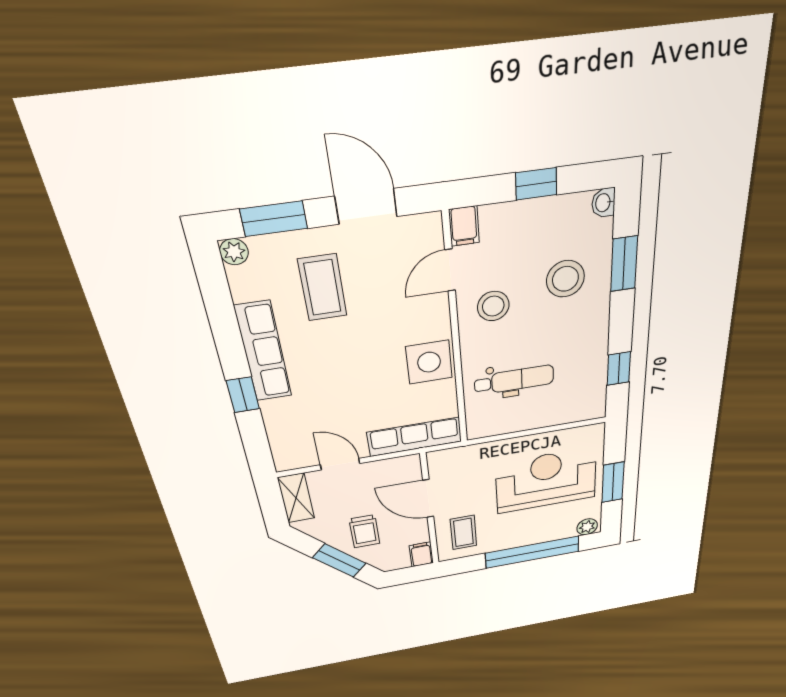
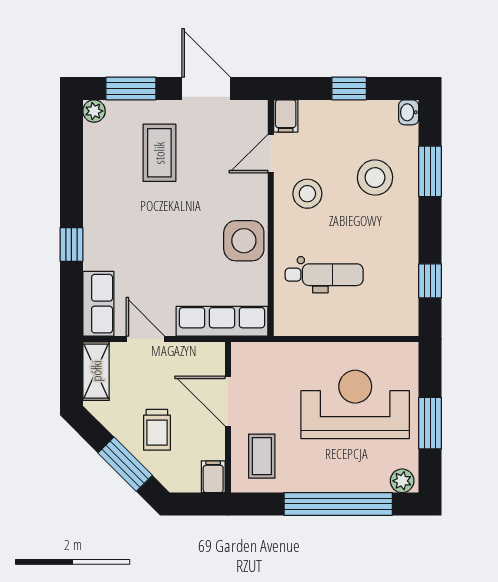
row of seats: (263, 352) -> (98, 304), moved, width x0.68

